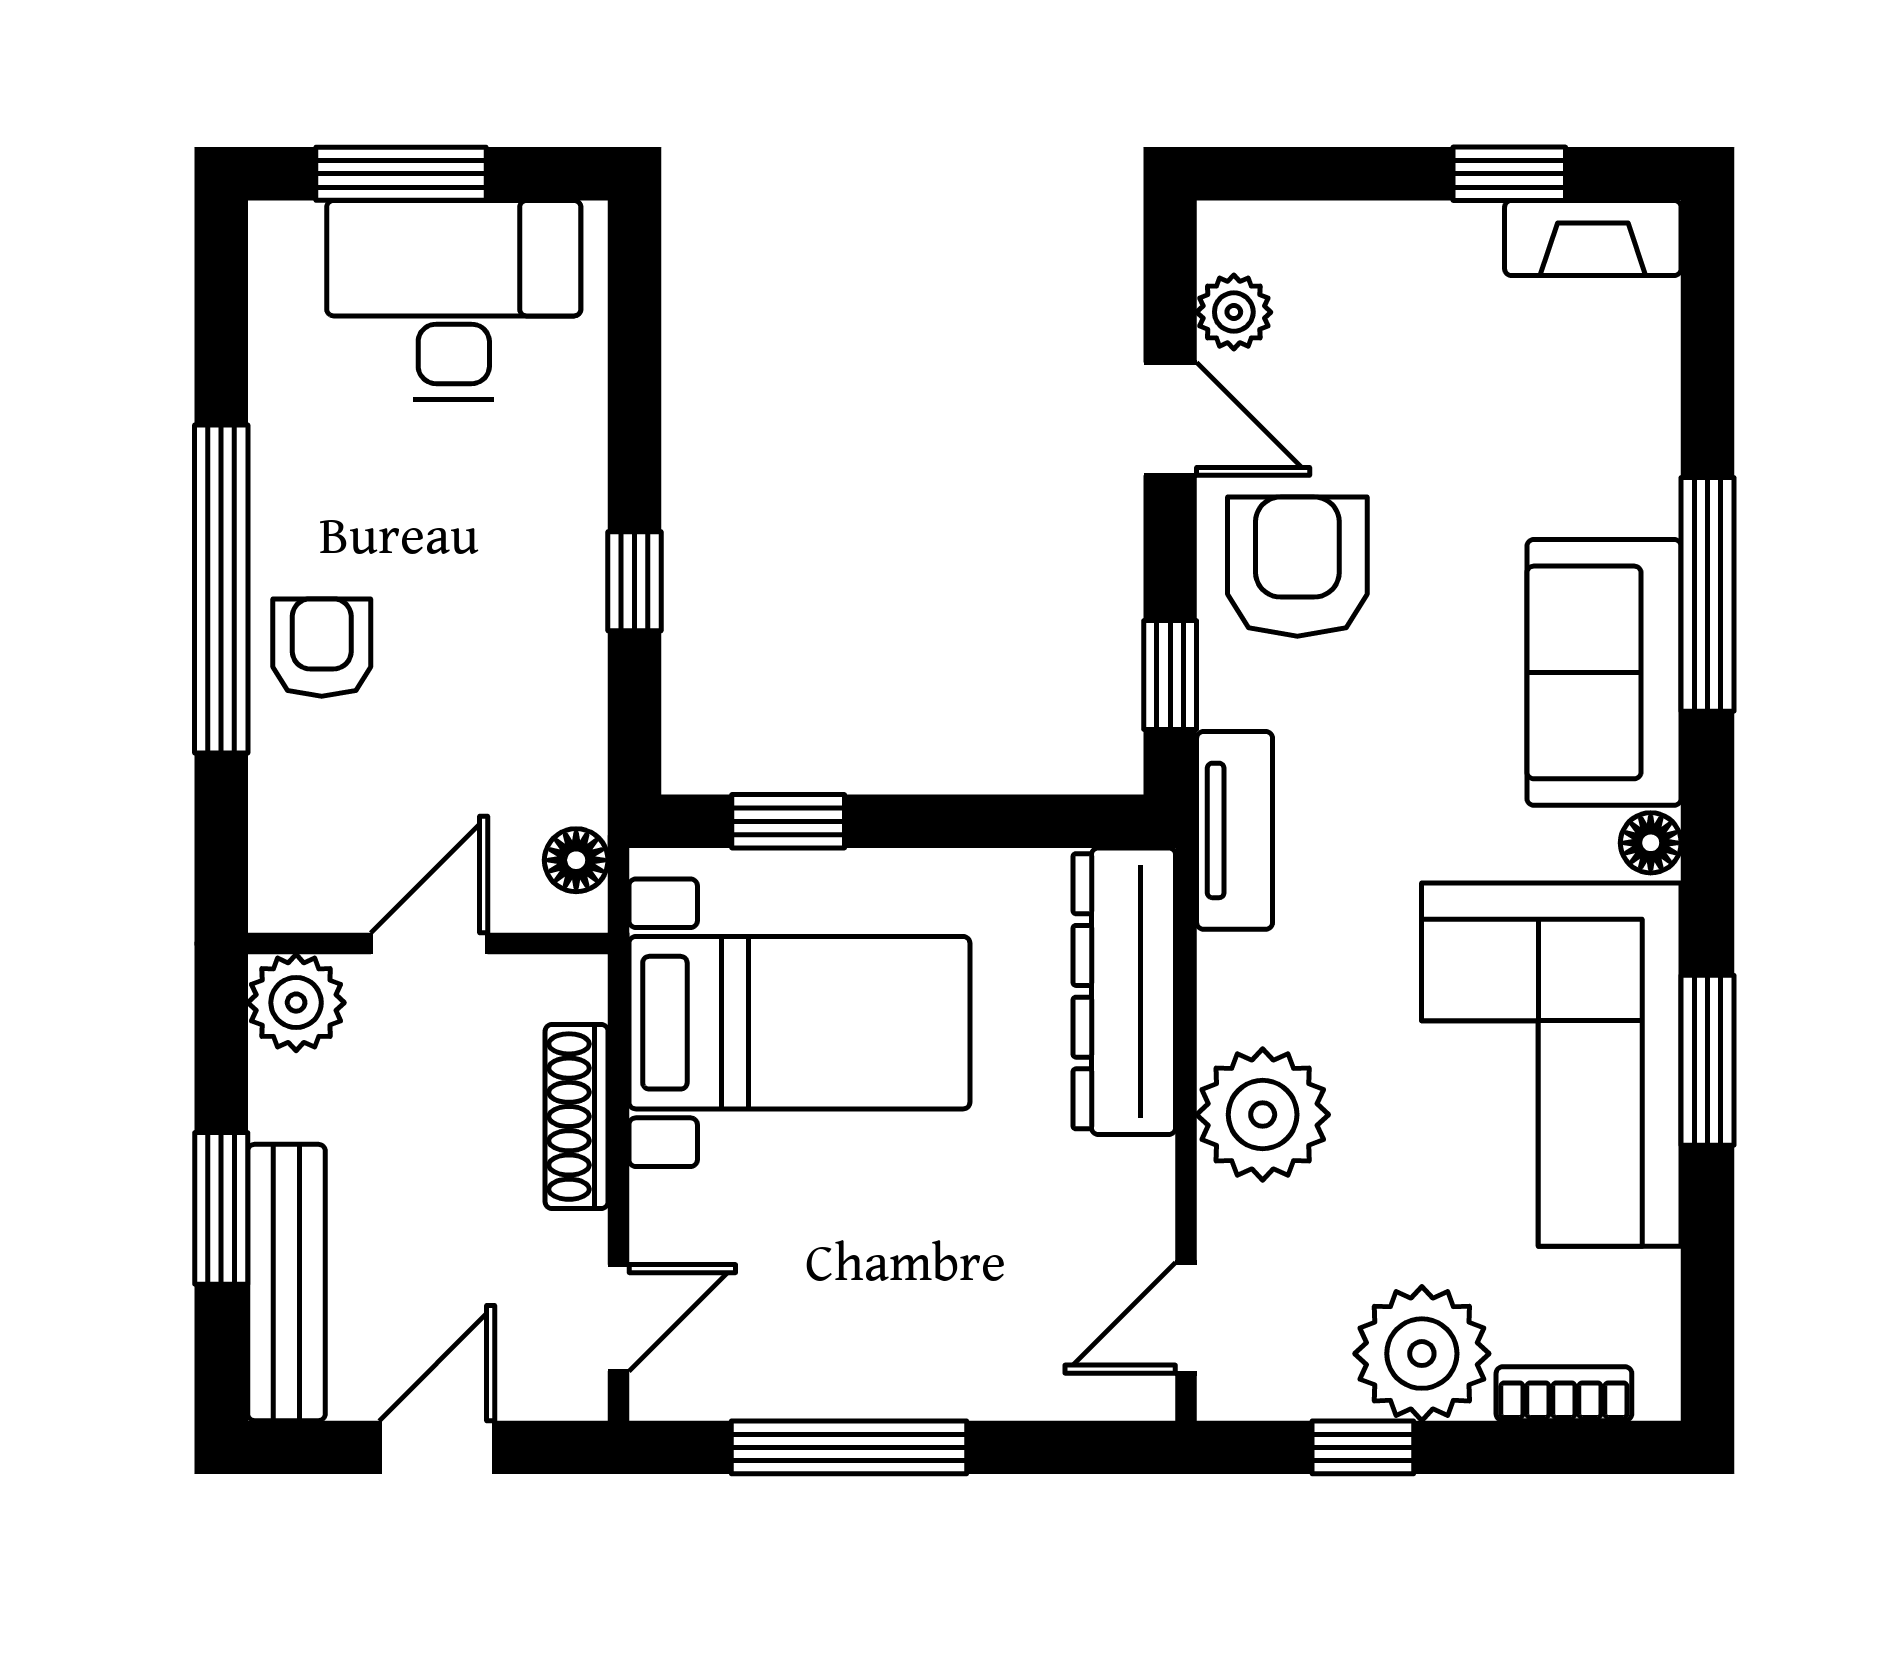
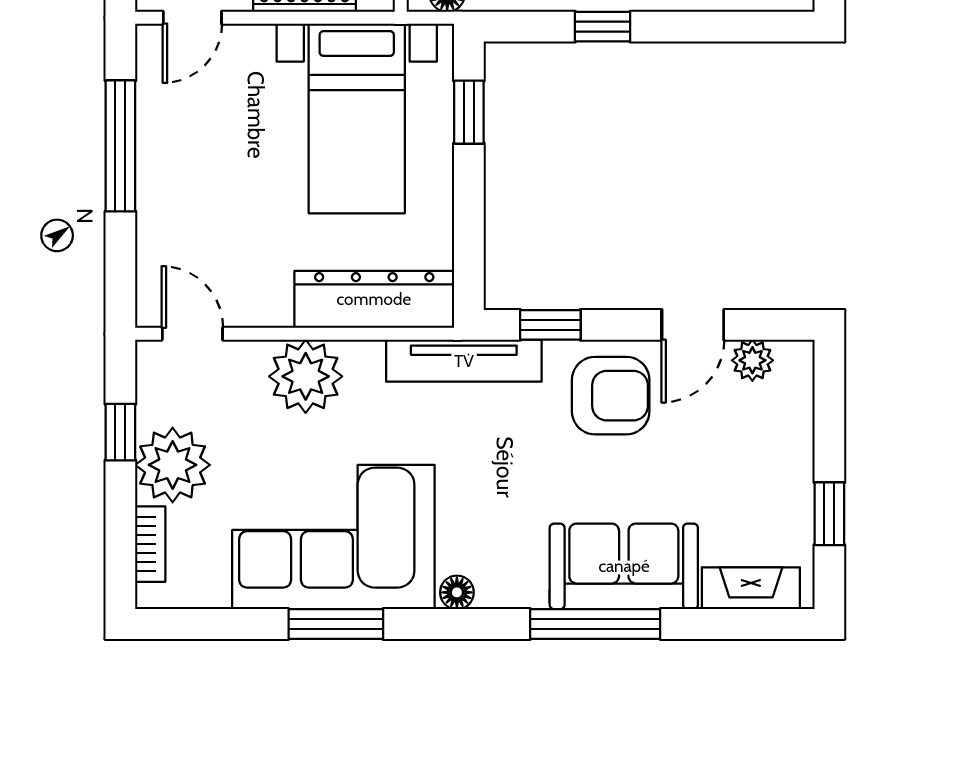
fireplace: (1593, 238) -> (751, 588), moved, turned 90
sofa: (1604, 672) -> (624, 566), moved
tv unit: (1235, 830) -> (464, 361), width x1.41
door: (618, 1318) -> (192, 18), hinge flipped

